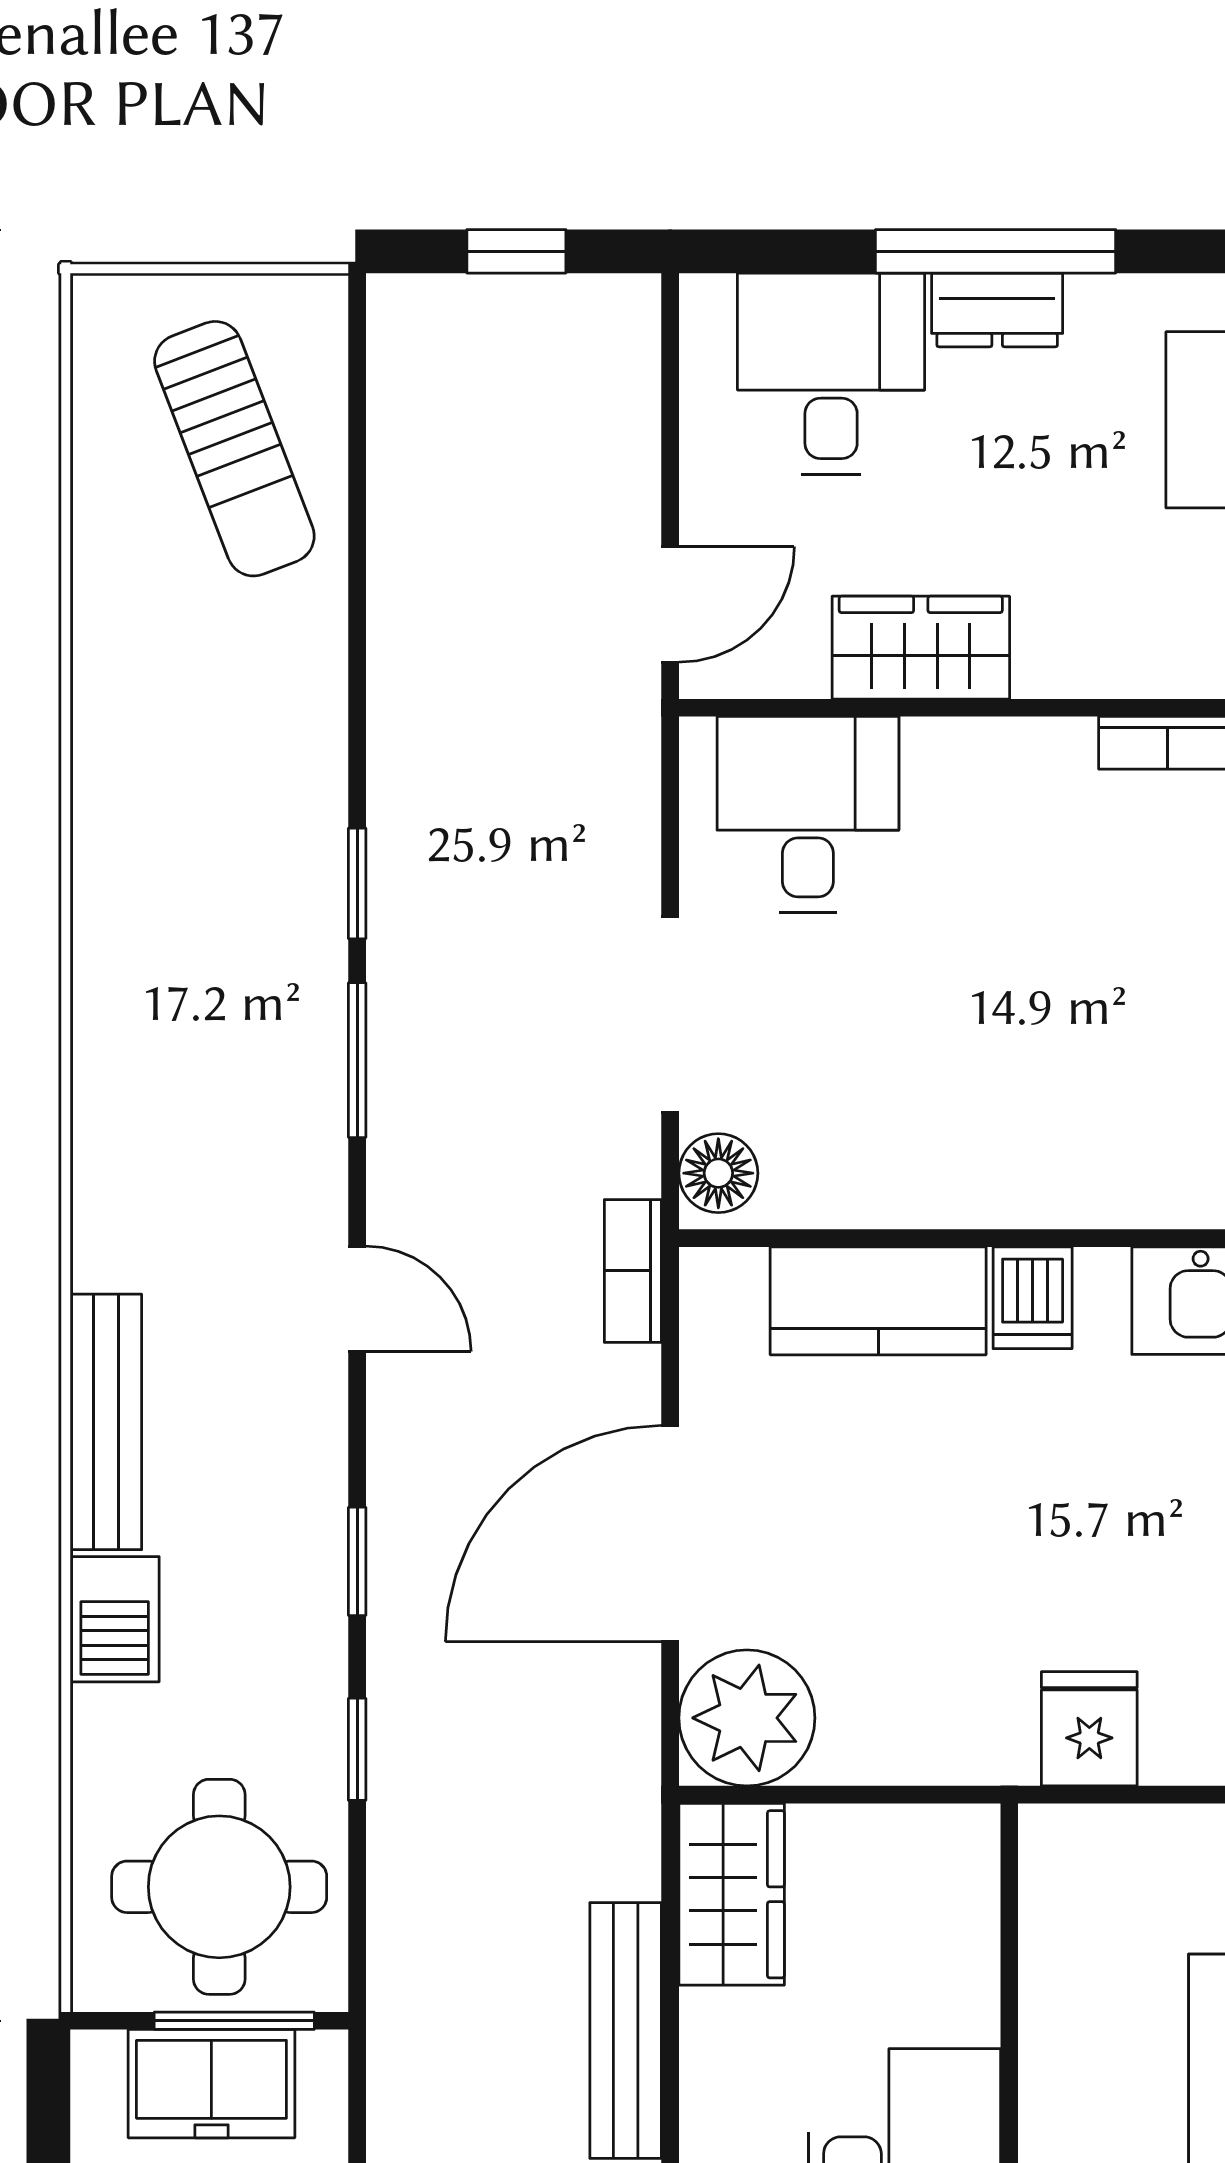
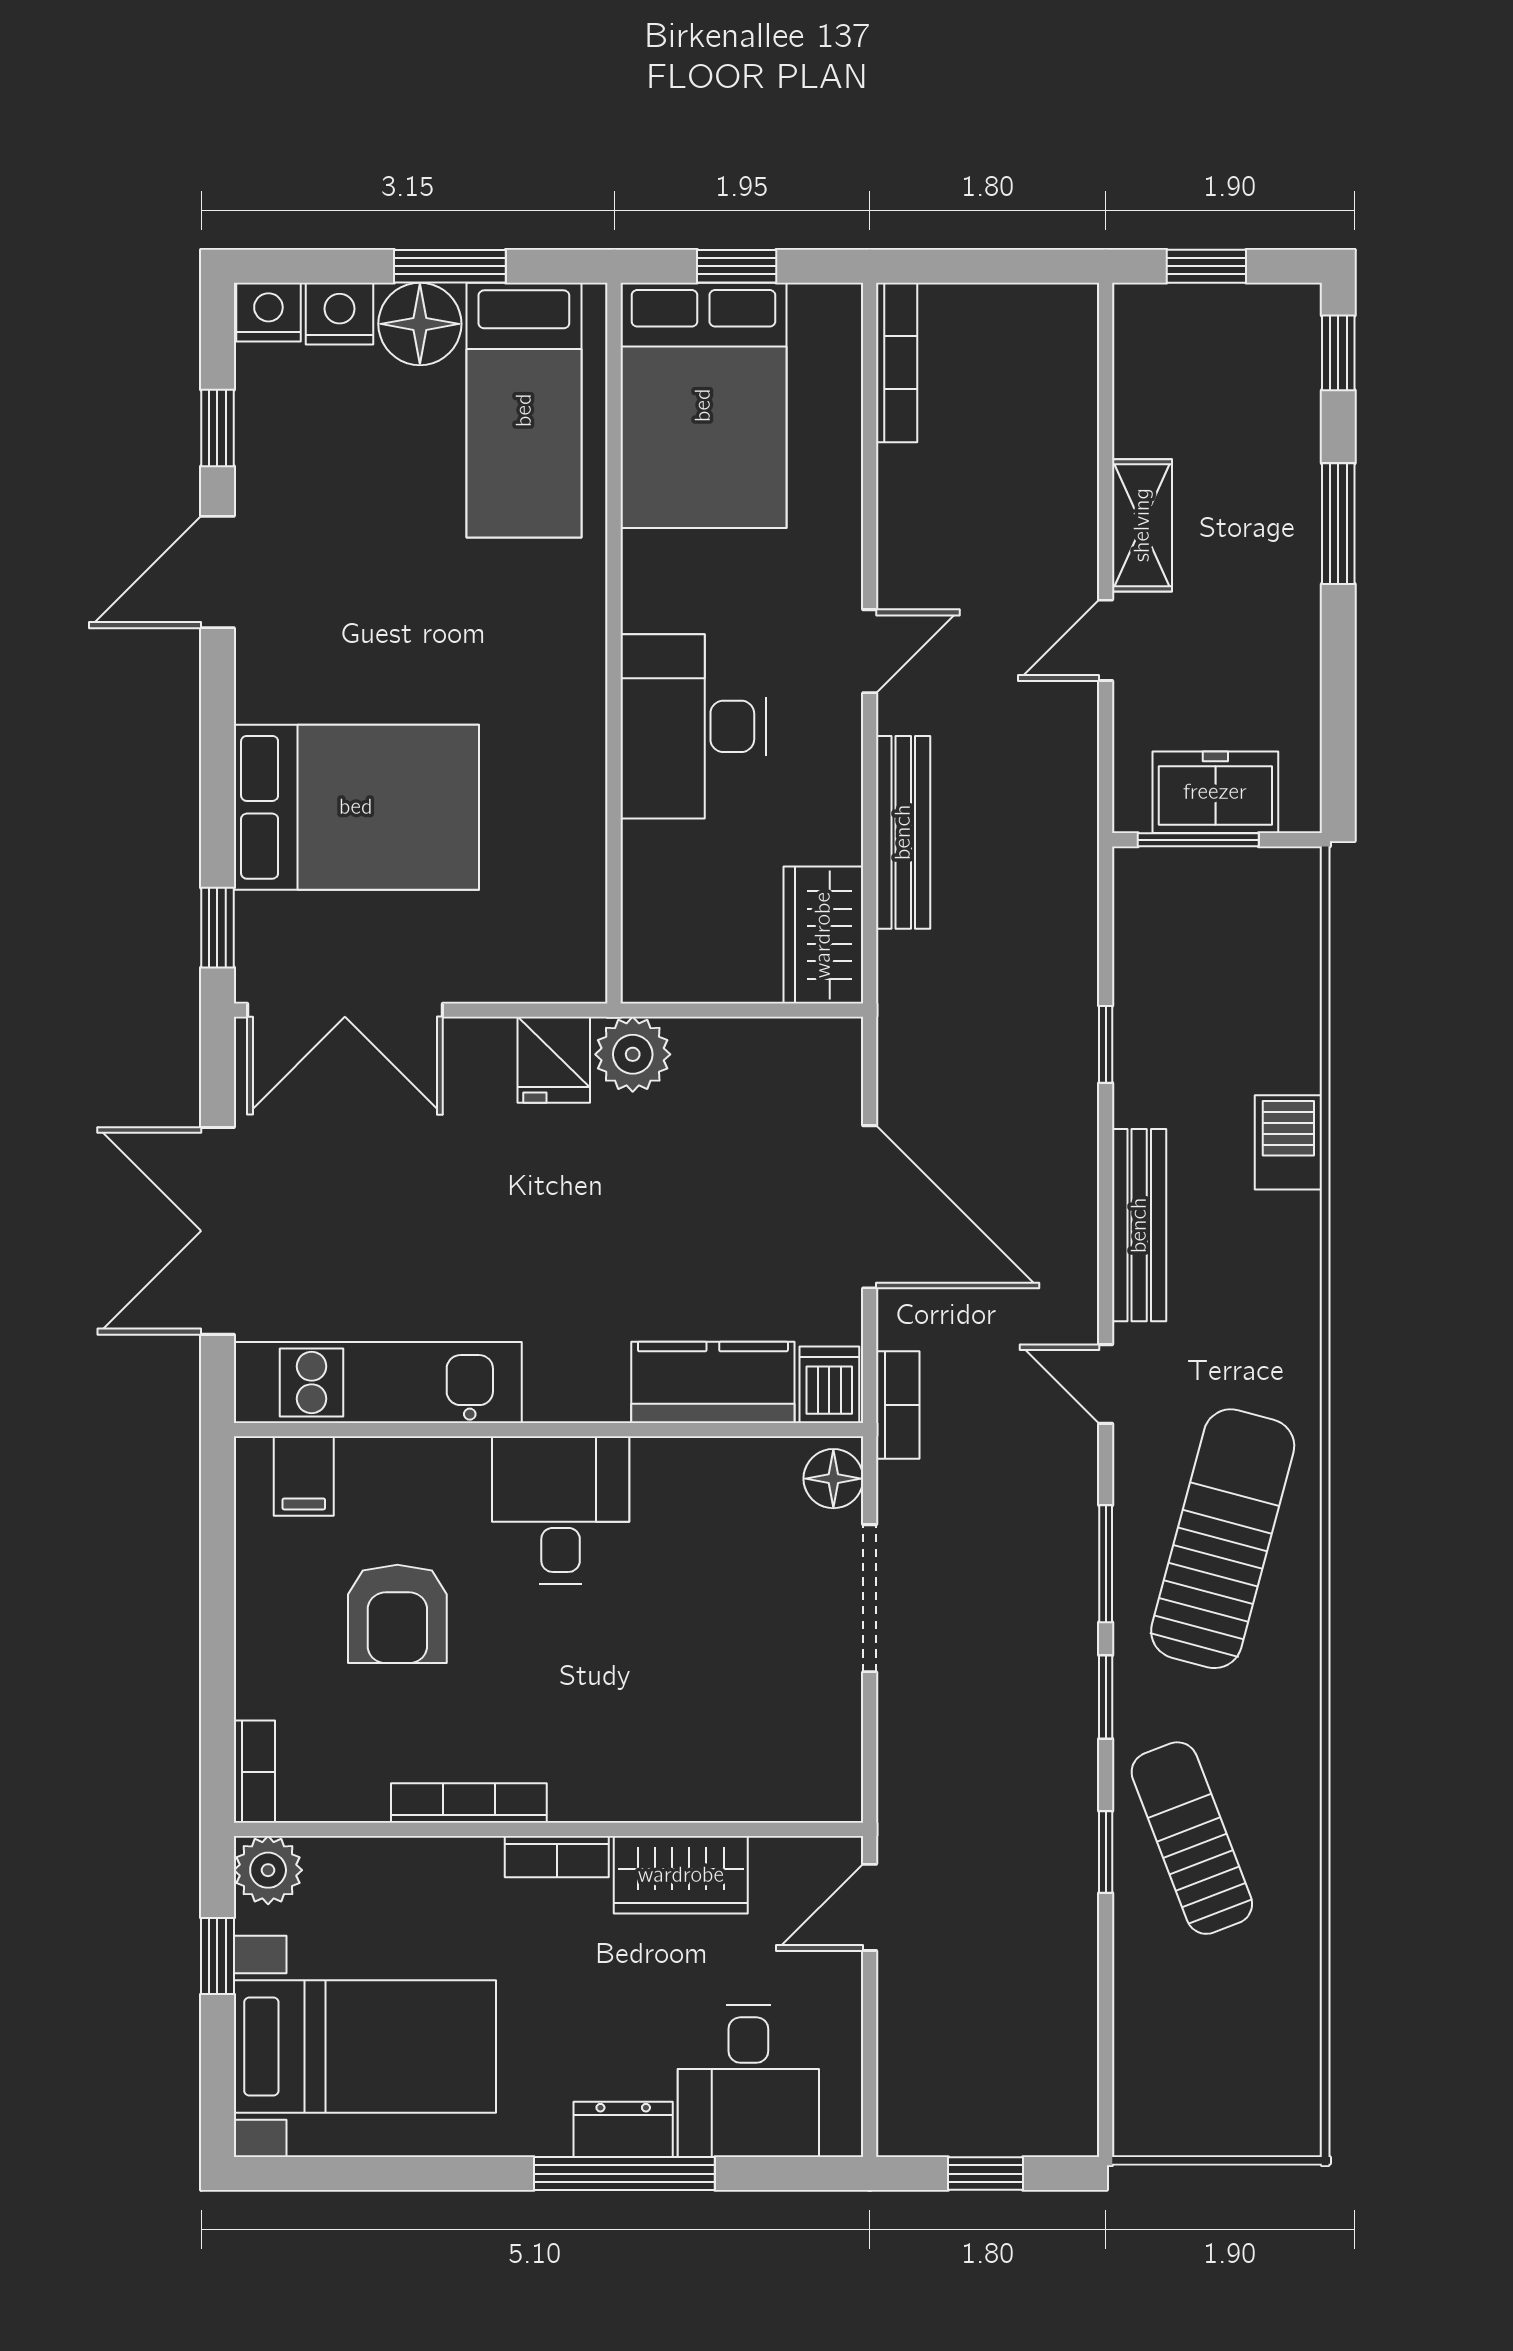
sun lounger: (234, 449) -> (1192, 1838), moved
bookcase: (1085, 672) -> (557, 1857), added
desk: (808, 814) -> (561, 1510), moved, turned 180
sun lounger: (202, 1093) -> (1223, 1539), added
dishwasher: (1033, 1298) -> (829, 1385), moved
bench: (106, 1422) -> (1139, 1225), moved
door: (670, 1534) -> (870, 1207), hinge flipped
window: (357, 1561) -> (1106, 1852), moved
plant: (747, 1718) -> (633, 1054), moved, width x0.73, depth x0.73
round table: (219, 1887) -> (1210, 941), removed

